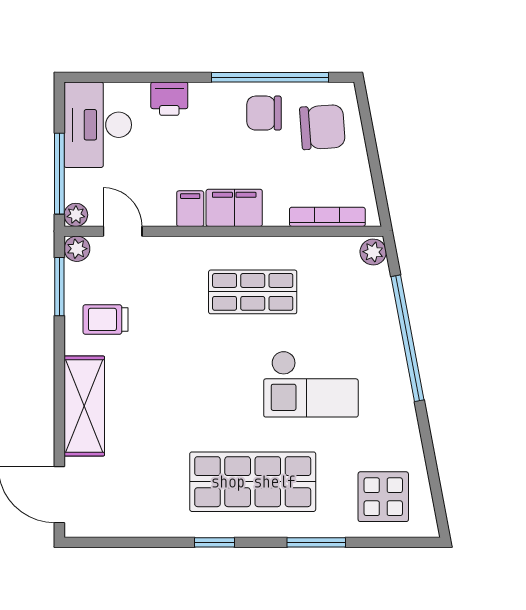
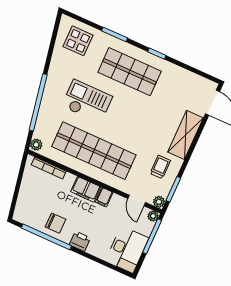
printer: (169, 99) -> (80, 241), moved
chair: (322, 127) -> (34, 206), removed
shop shelf: (253, 292) -> (94, 151), width x2.00, depth x1.36
trolley: (106, 319) -> (160, 167), turned -90

